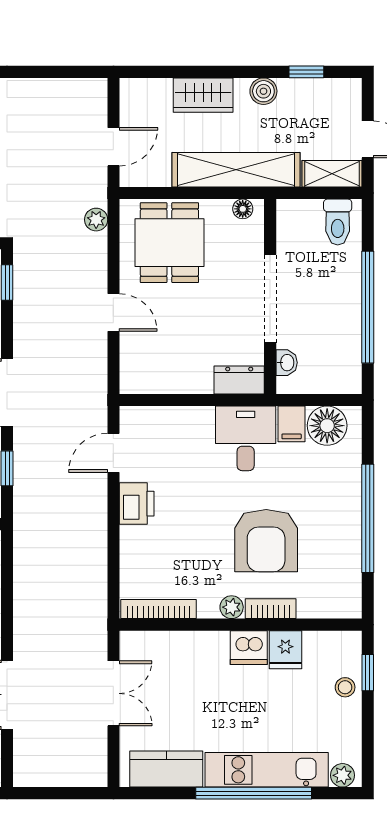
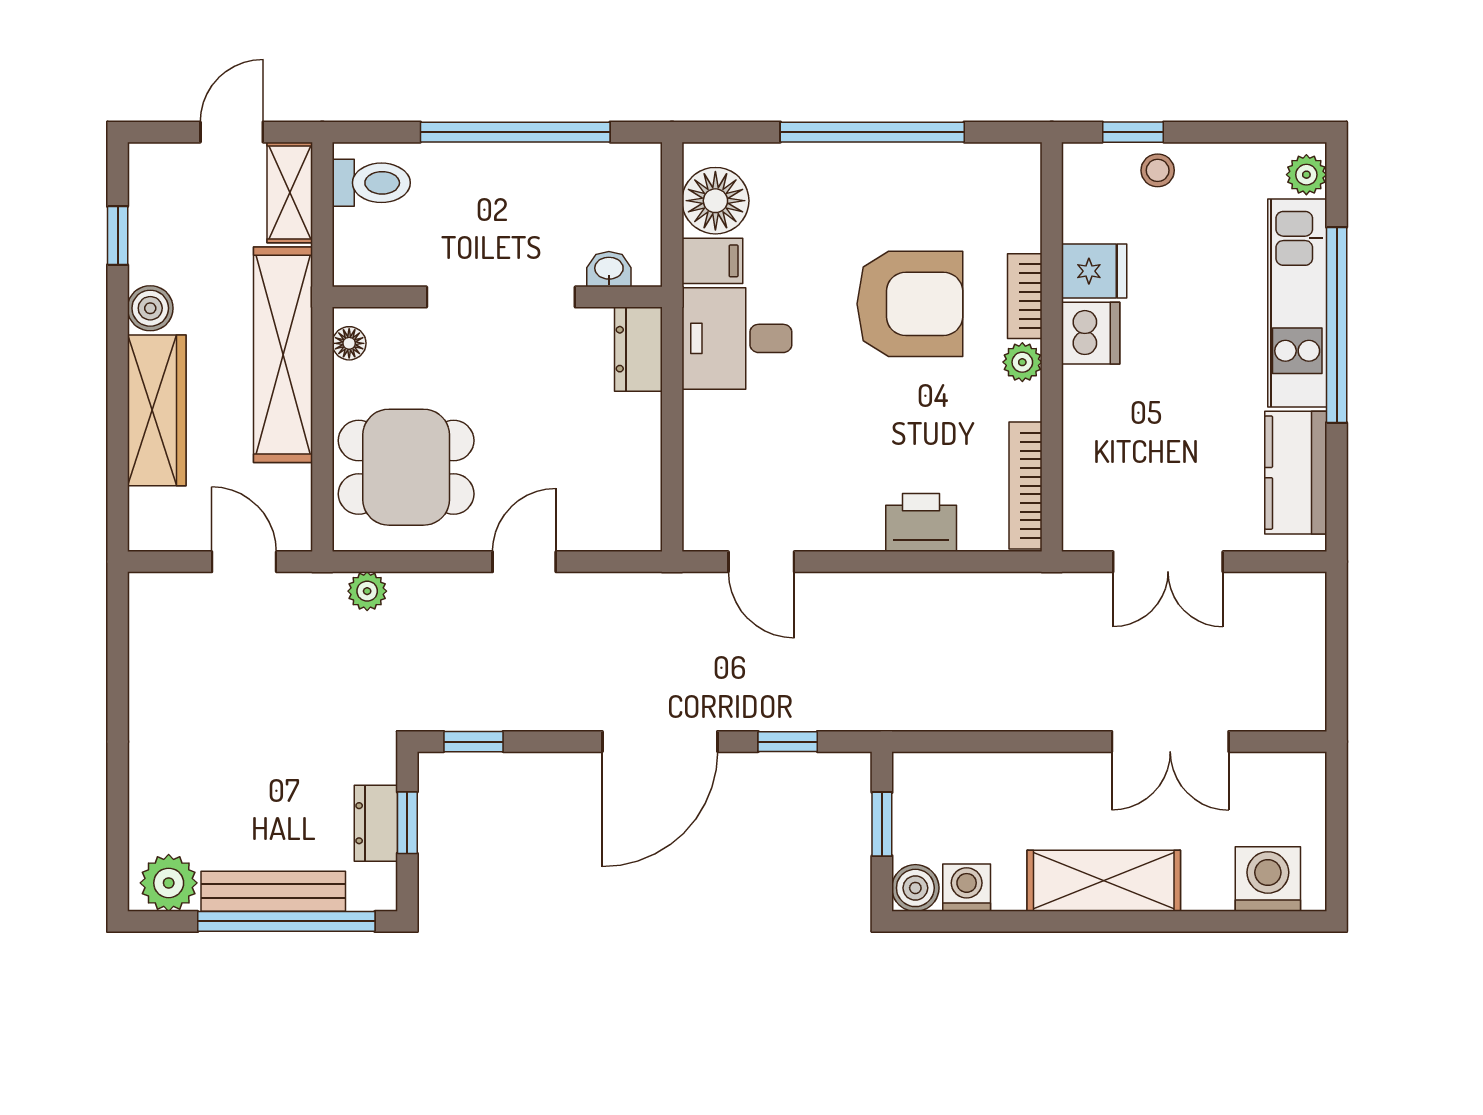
wardrobe: (203, 95) -> (157, 410), width x1.50
printer: (137, 504) -> (921, 523), moved
double door: (113, 693) -> (1168, 562), swing flipped

